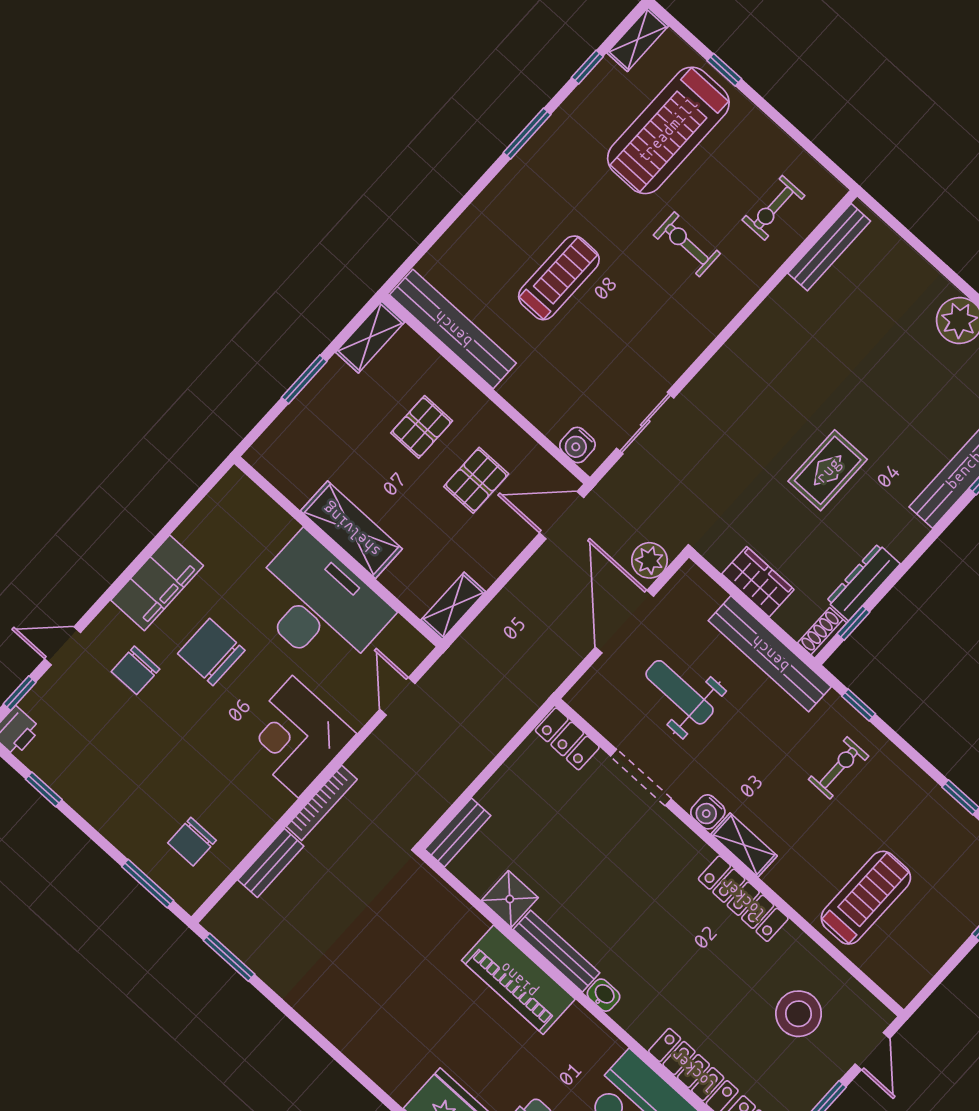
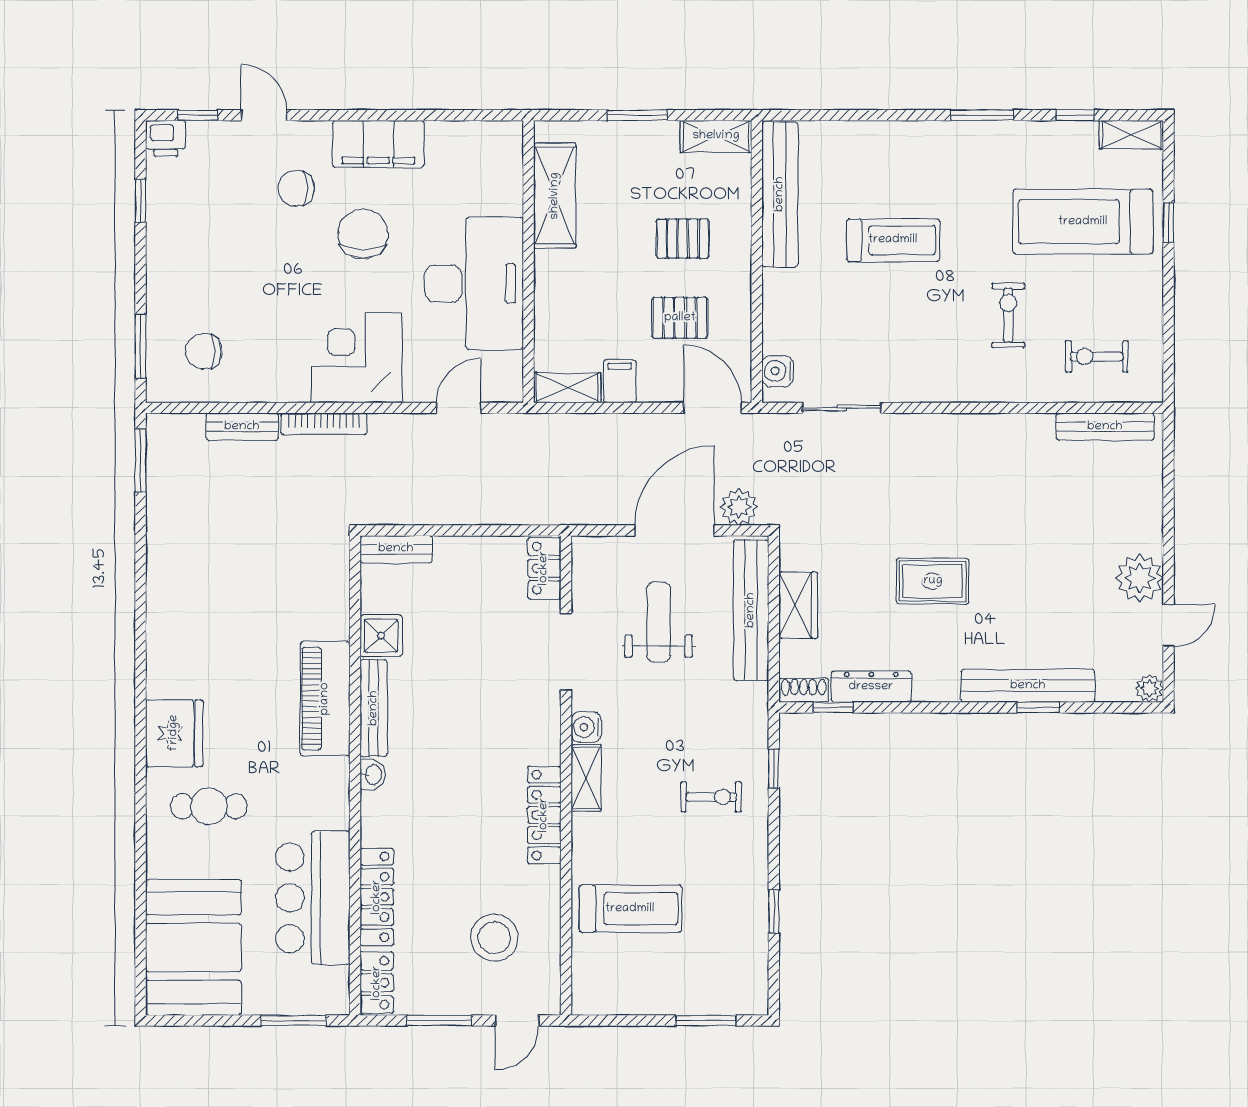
shelving: (351, 530) -> (555, 196), moved
filing cabinet: (483, 564) -> (620, 381), added
bench: (770, 654) -> (751, 610), moved

